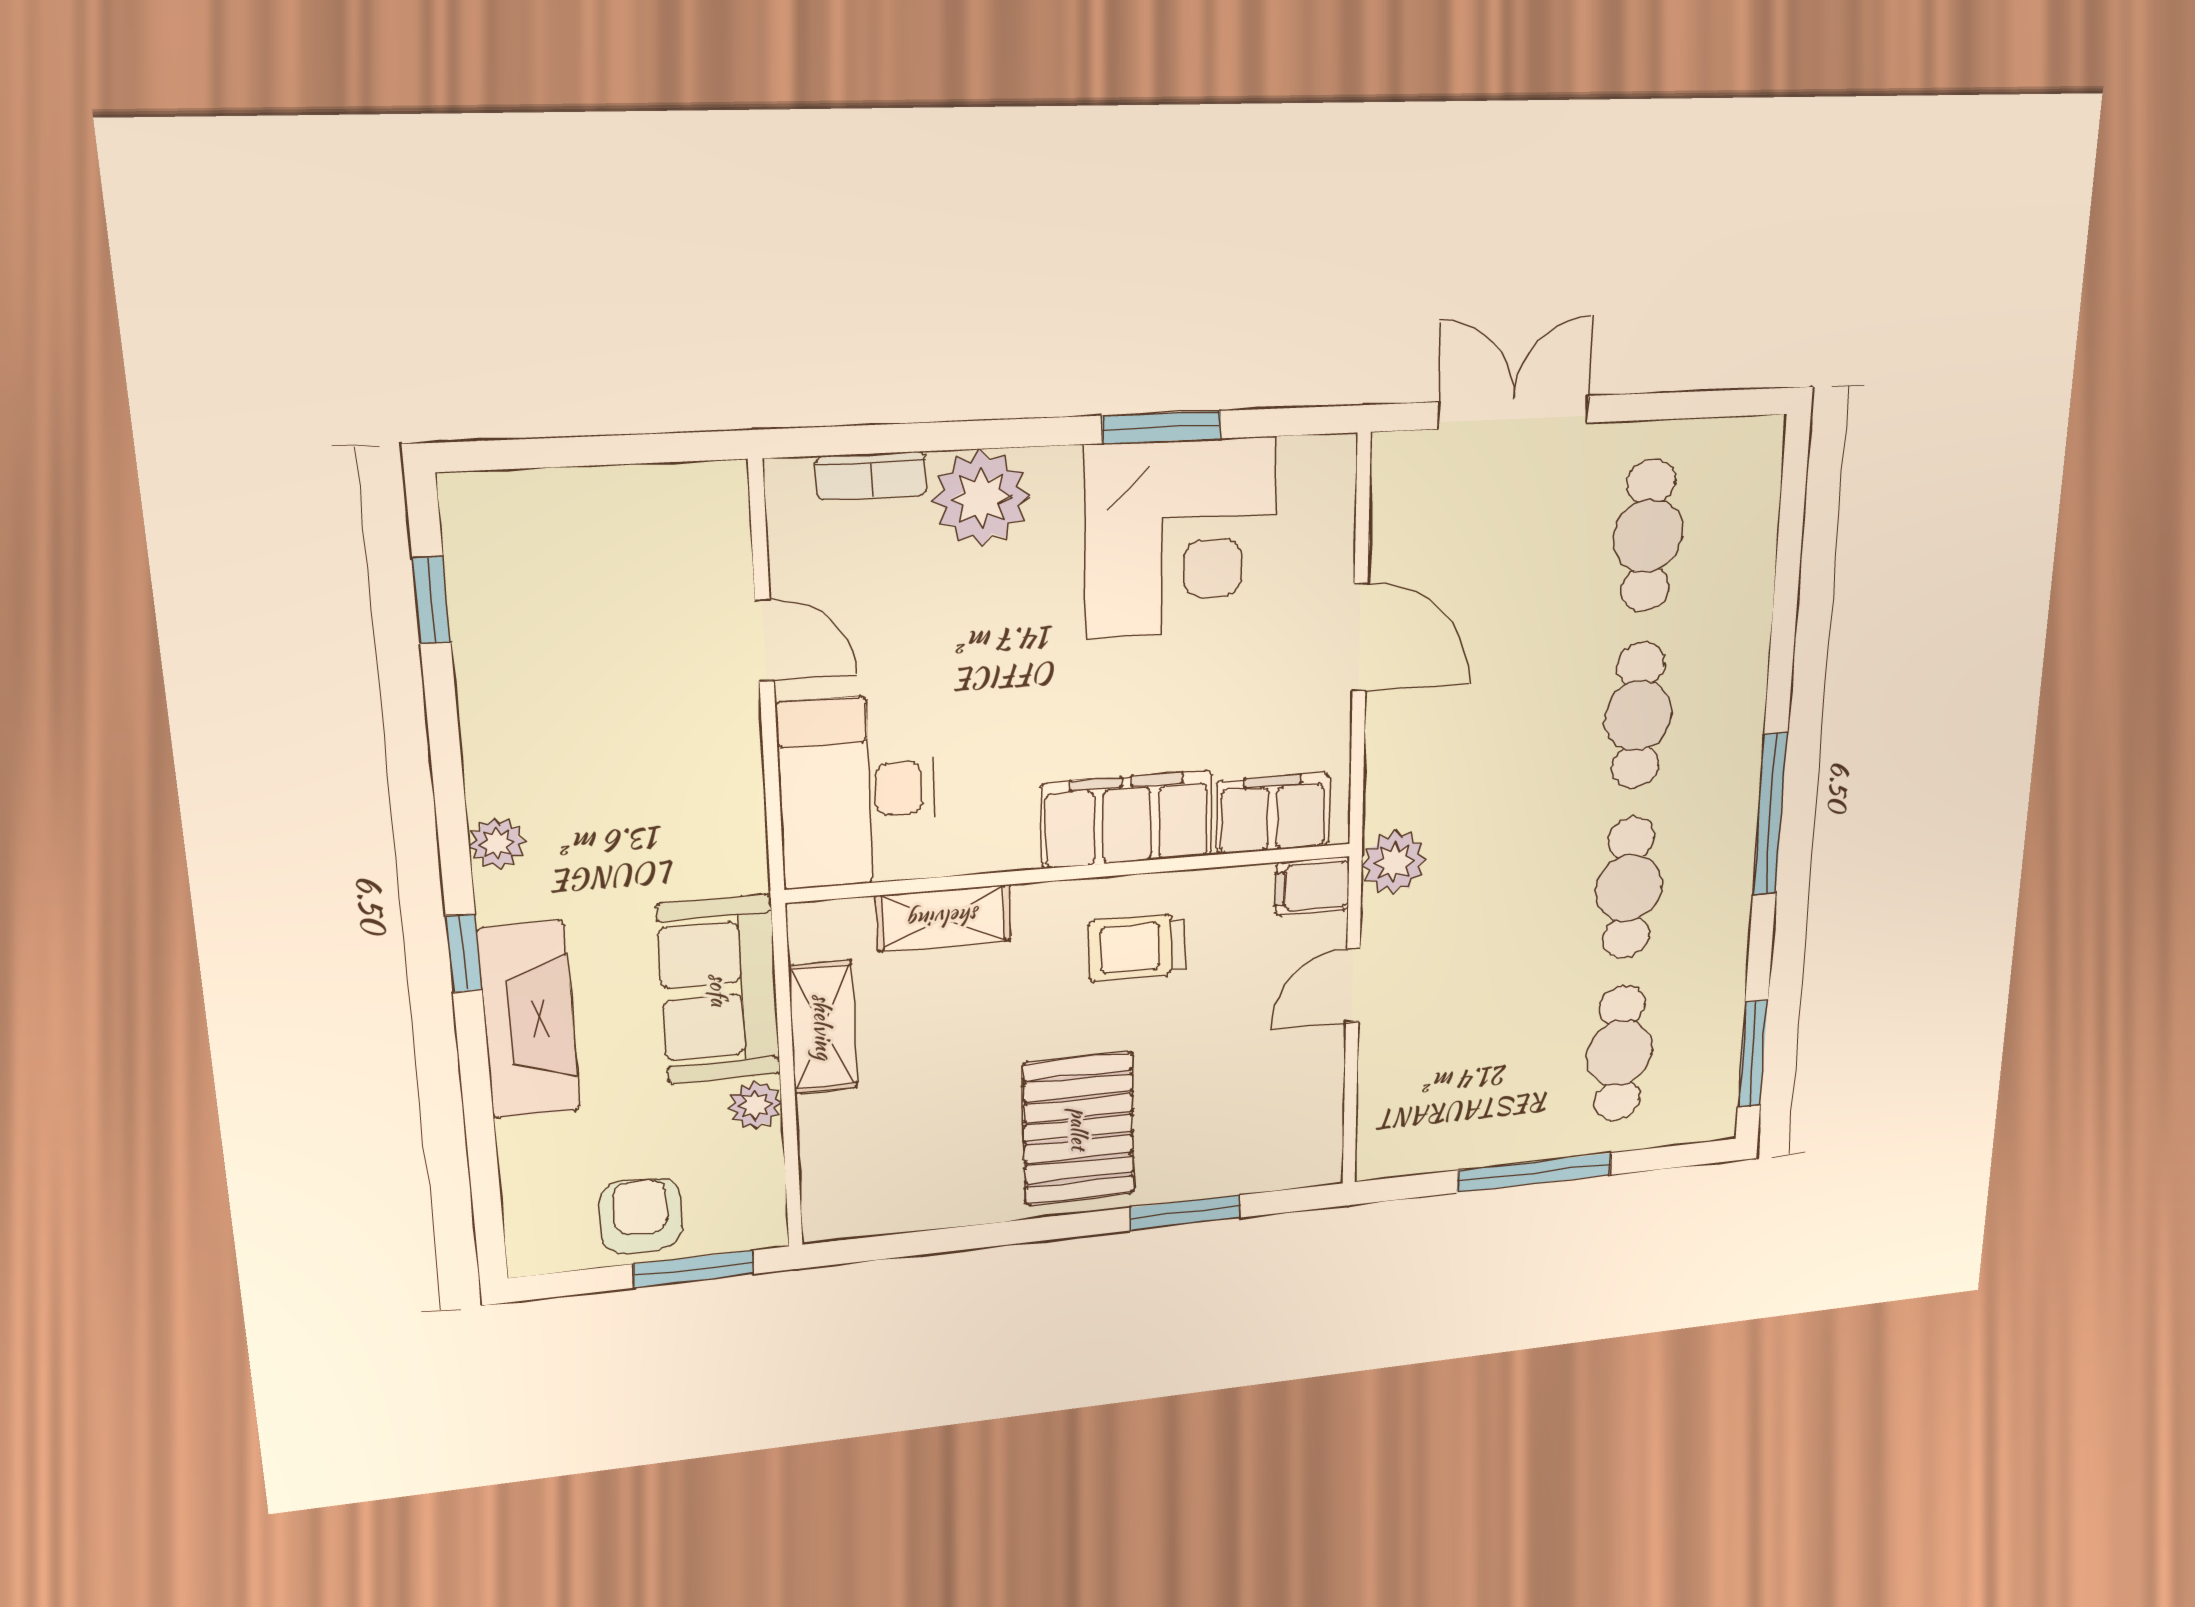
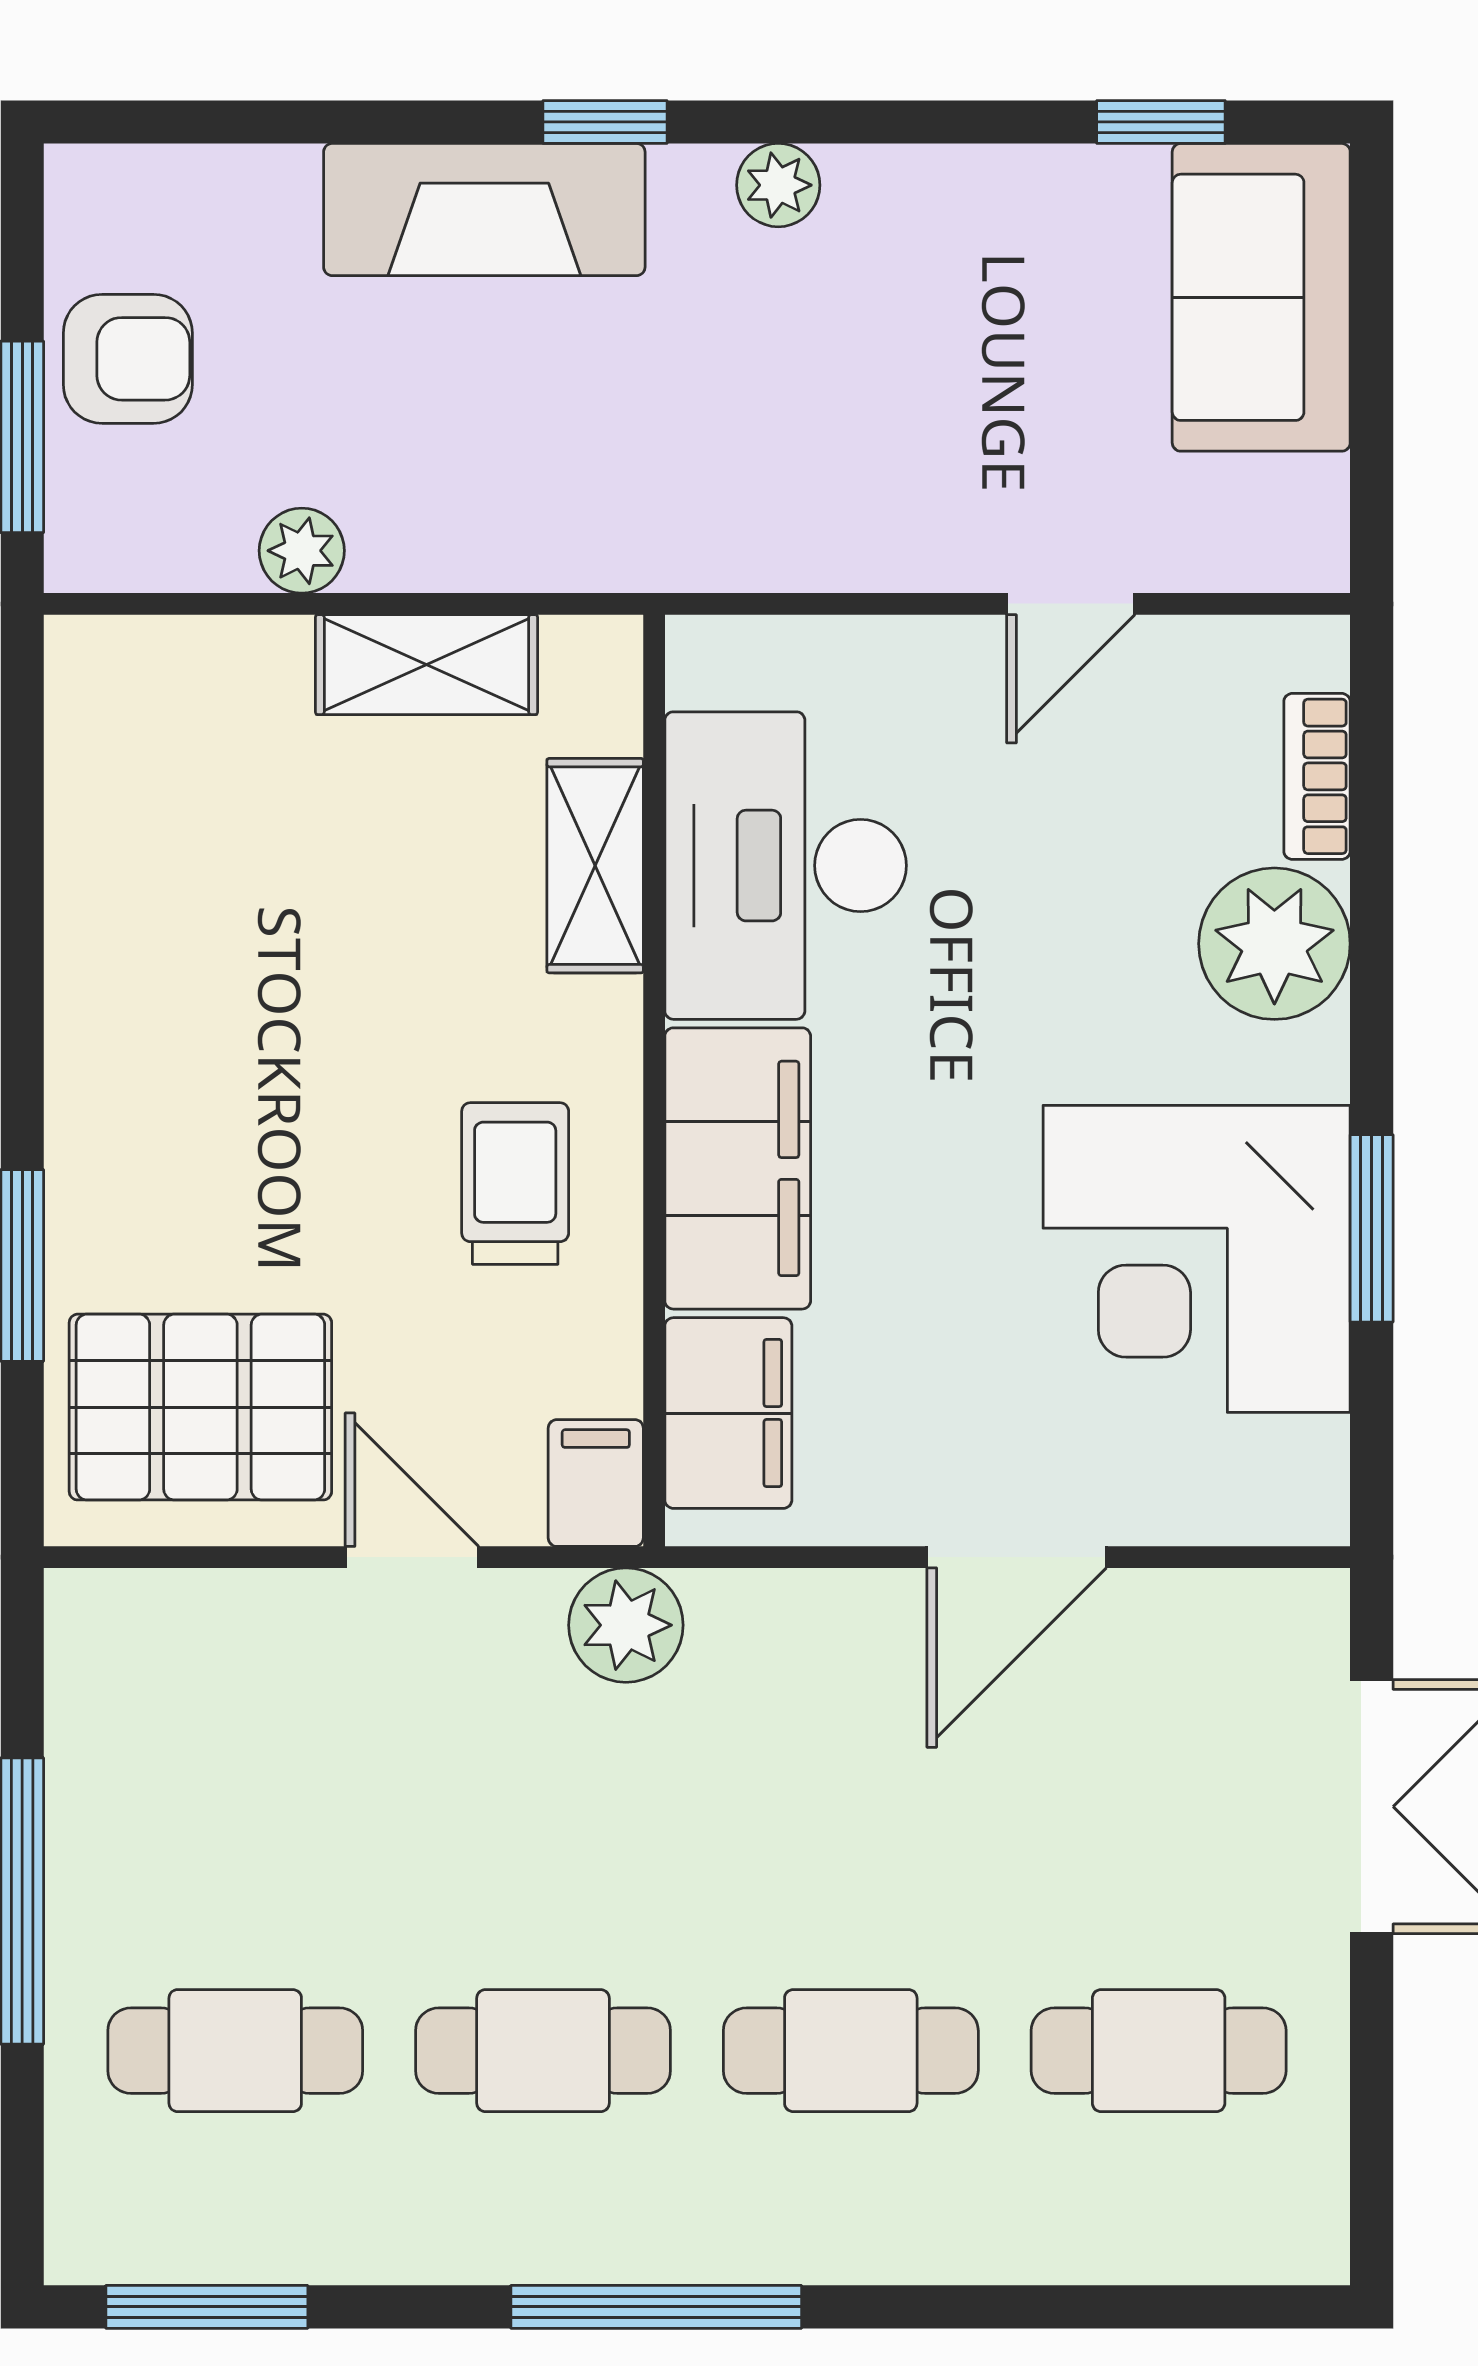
desk: (857, 791) -> (786, 866), moved, turned -90
sofa: (719, 990) -> (1261, 297), moved, turned -90
pallet: (1079, 1129) -> (200, 1407), moved

